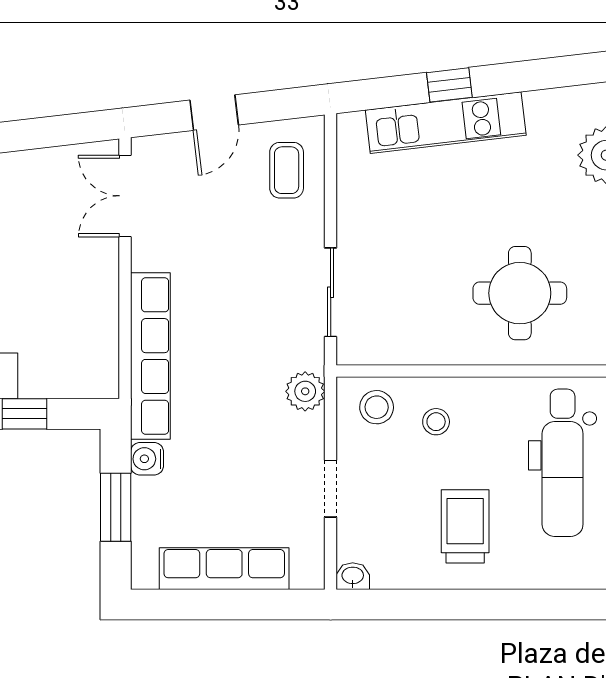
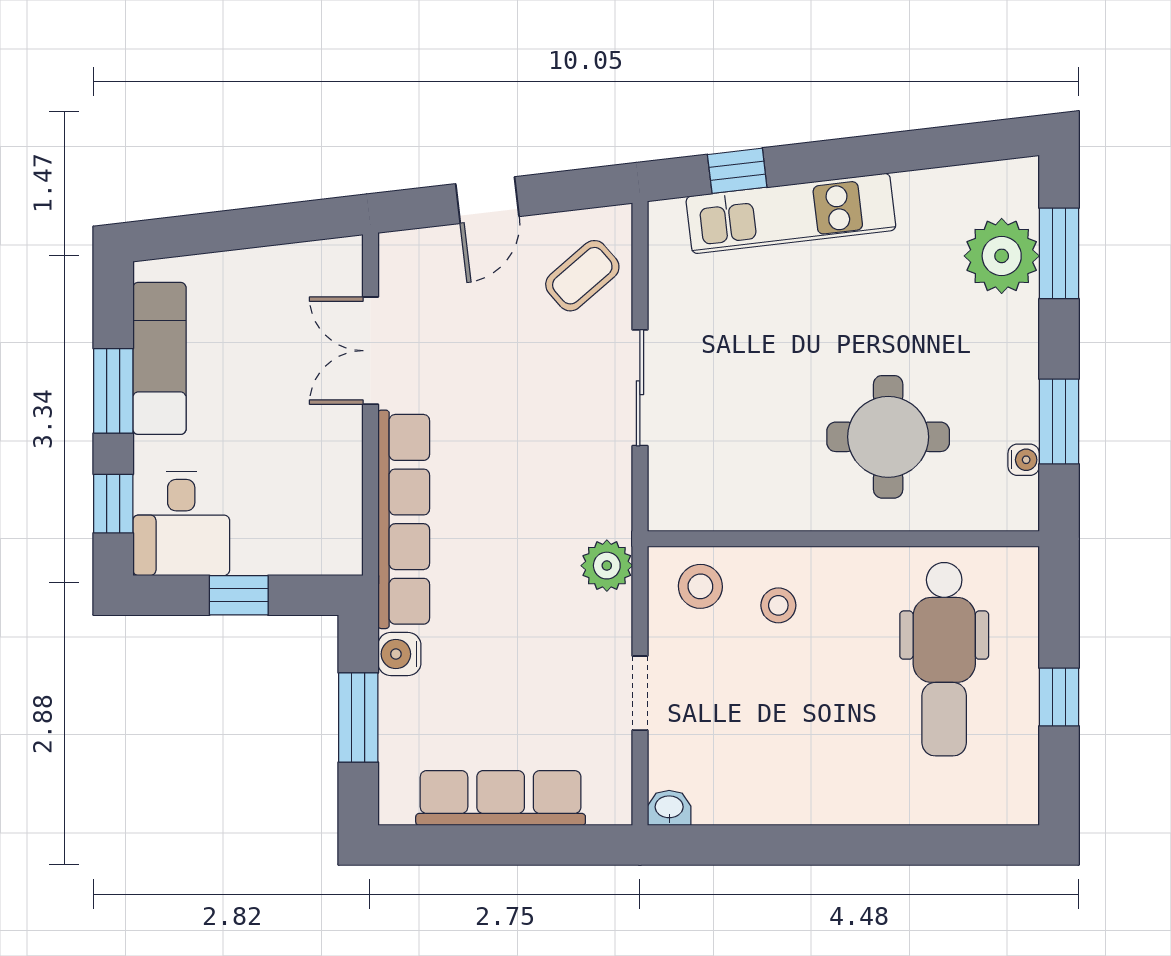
window: (449, 85) -> (737, 171), moved
coffee table: (287, 170) -> (582, 276), turned 49
double door: (125, 196) -> (370, 351), moved
sliding door: (331, 292) -> (640, 388), moved
trolley: (465, 526) -> (816, 743), removed

